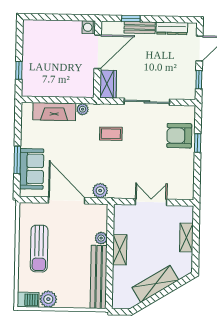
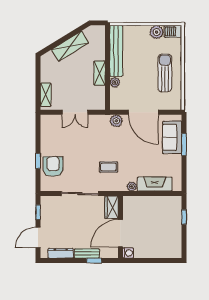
armchair: (179, 136) -> (53, 167), turned -90
shelving: (186, 238) -> (46, 95), moved

